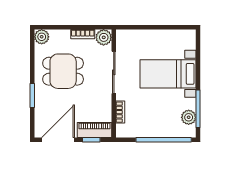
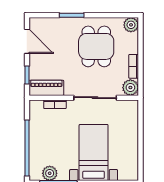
piano: (95, 130) -> (46, 88), moved, turned -90
door: (58, 140) -> (27, 41), width x0.73

